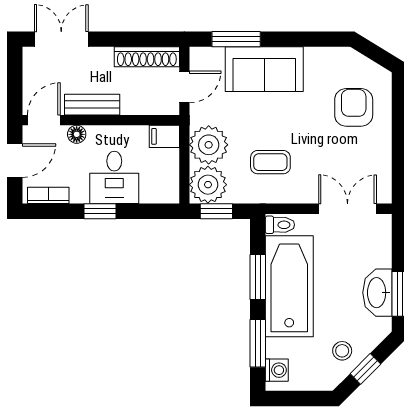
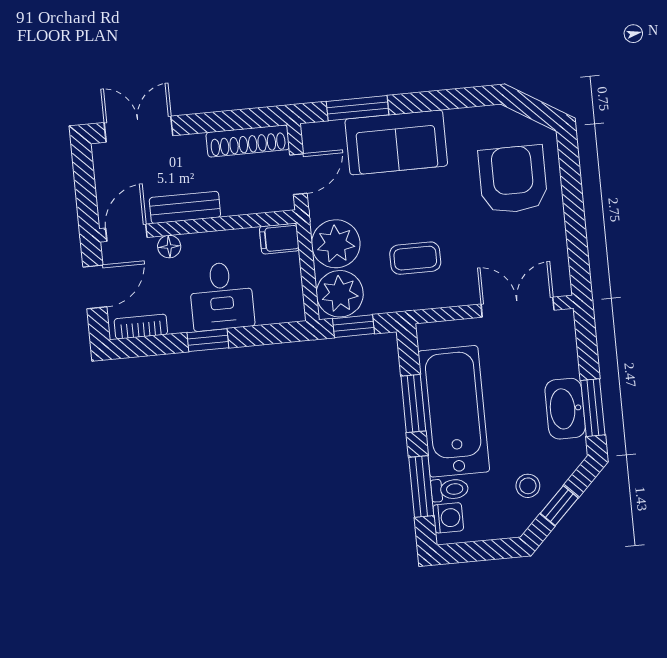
armchair: (354, 107) -> (513, 179), width x1.36, depth x1.36
toilet: (280, 225) -> (450, 490), moved

